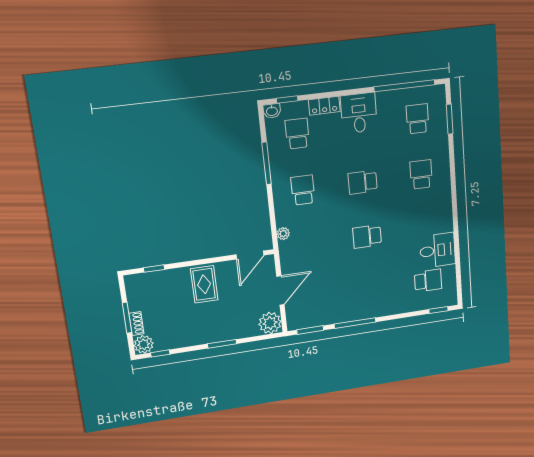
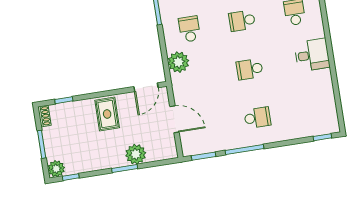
plant: (283, 234) -> (178, 62), width x1.87, depth x1.87
desk: (437, 250) -> (312, 55), moved
school desk: (428, 281) -> (257, 118), moved
door: (280, 290) -> (174, 119), hinge flipped
shoe rack: (136, 323) -> (44, 116), moved
plant: (270, 323) -> (136, 154), moved

